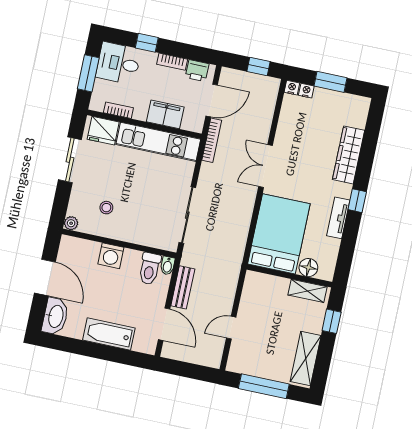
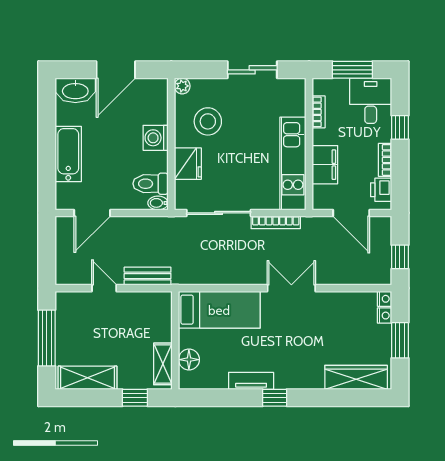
fridge: (103, 131) -> (188, 164), moved, turned 180
bookcase: (212, 140) -> (276, 222), moved
wardrobe: (349, 155) -> (356, 377), moved
stool: (106, 208) -> (208, 121), width x1.89, depth x1.89
bed: (279, 234) -> (219, 310), width x0.67
bench: (183, 287) -> (148, 276), moved

